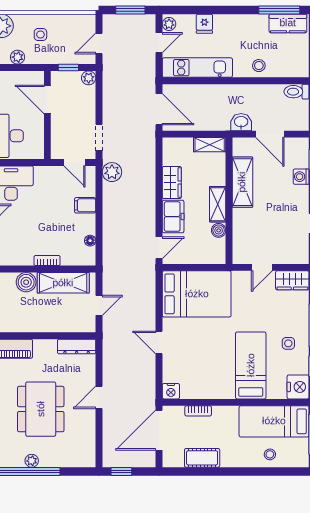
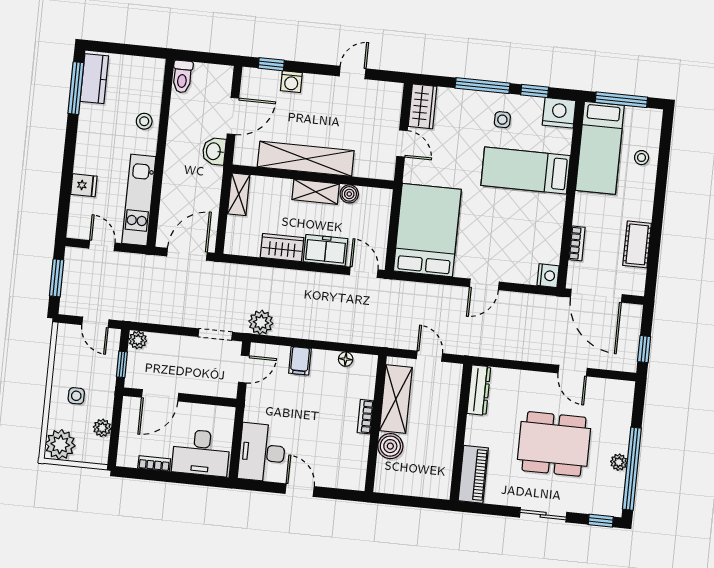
plant: (169, 24) -> (80, 230), removed
shelving: (242, 182) -> (306, 159), width x1.47
door: (99, 397) -> (573, 371), moved

